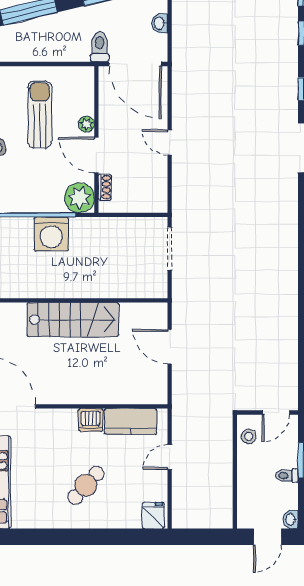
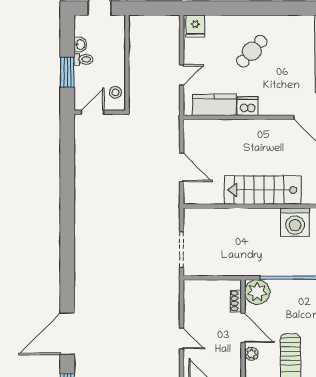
washing machine: (51, 234) -> (295, 222), moved, turned 180
washbasin: (291, 520) -> (80, 45), moved

